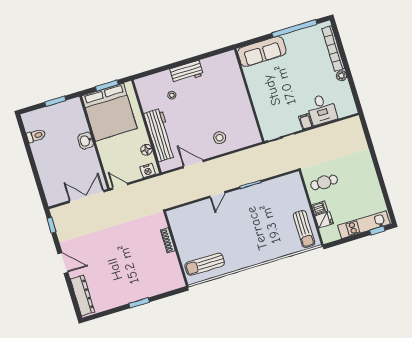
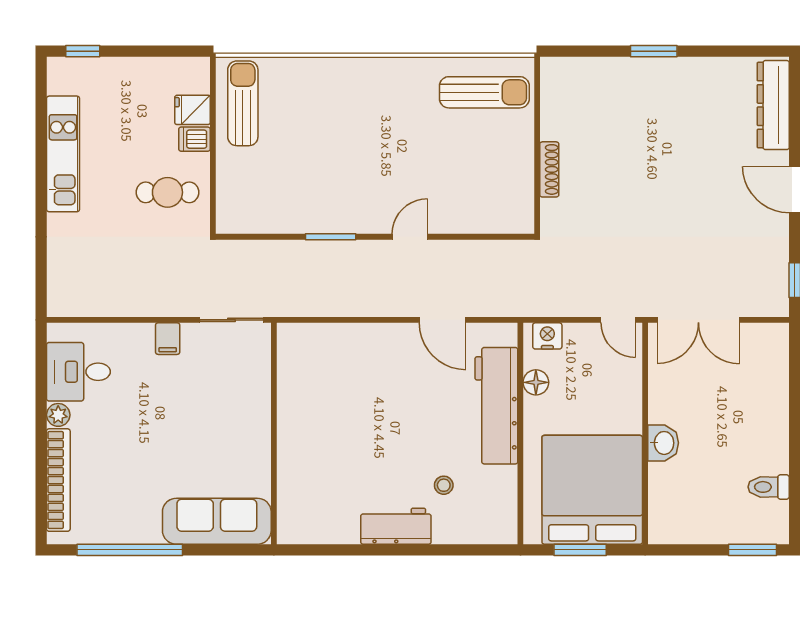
window: (55, 101) -> (753, 550), moved
desk: (322, 109) -> (78, 372), moved, turned -90
stool: (220, 138) -> (367, 360), removed
kitchen unit: (364, 225) -> (63, 154), moved, turned -90

